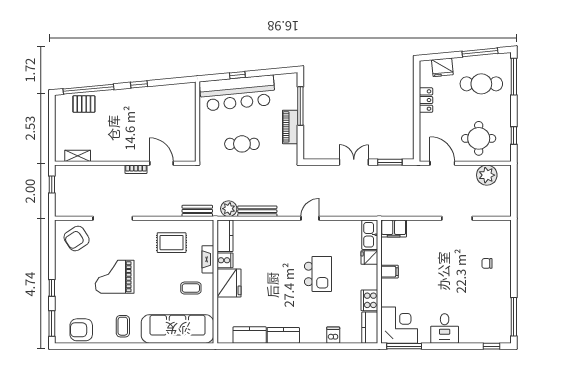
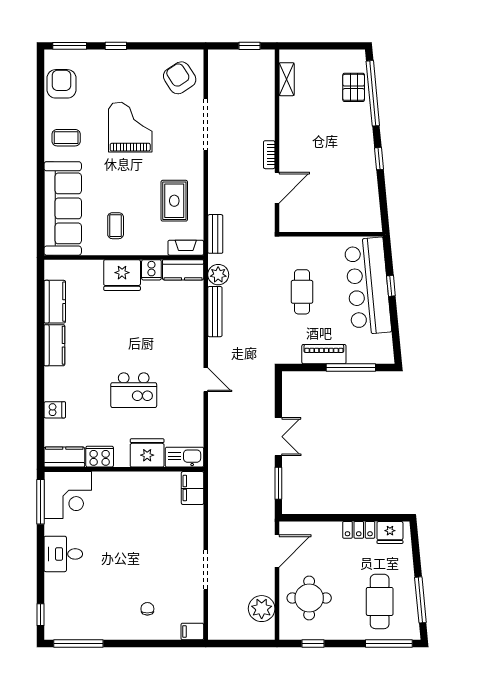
fridge: (442, 67) -> (390, 532), moved, turned -85
fridge: (369, 258) -> (147, 453), width x1.88, depth x1.34
fireplace: (208, 259) -> (186, 248), moved
filing cabinet: (390, 272) -> (192, 631), moved, turned 90

